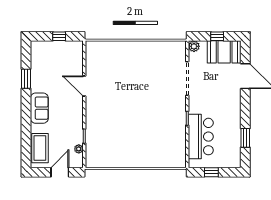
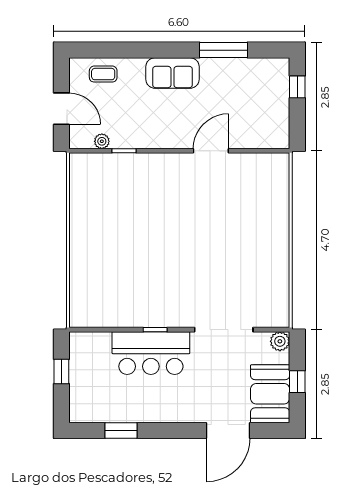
window: (59, 36) -> (297, 87), moved
window: (26, 79) -> (224, 50), width x1.44
bar counter: (201, 137) -> (151, 353), moved
coffee table: (40, 148) -> (103, 74), width x0.54, depth x0.58

